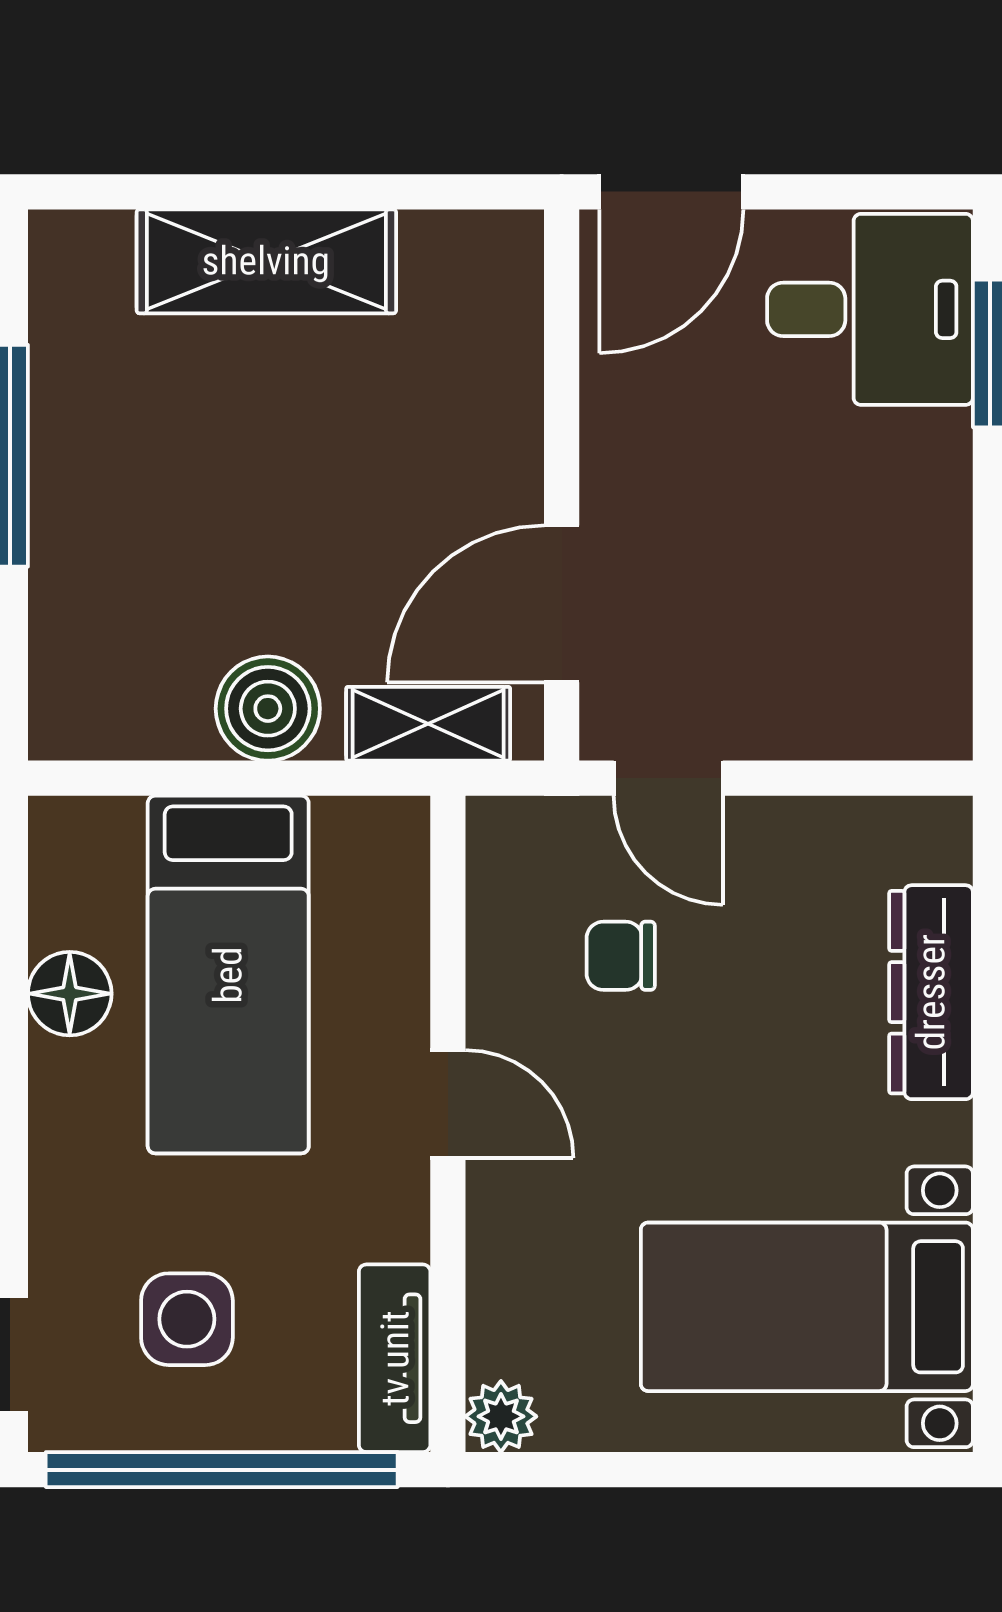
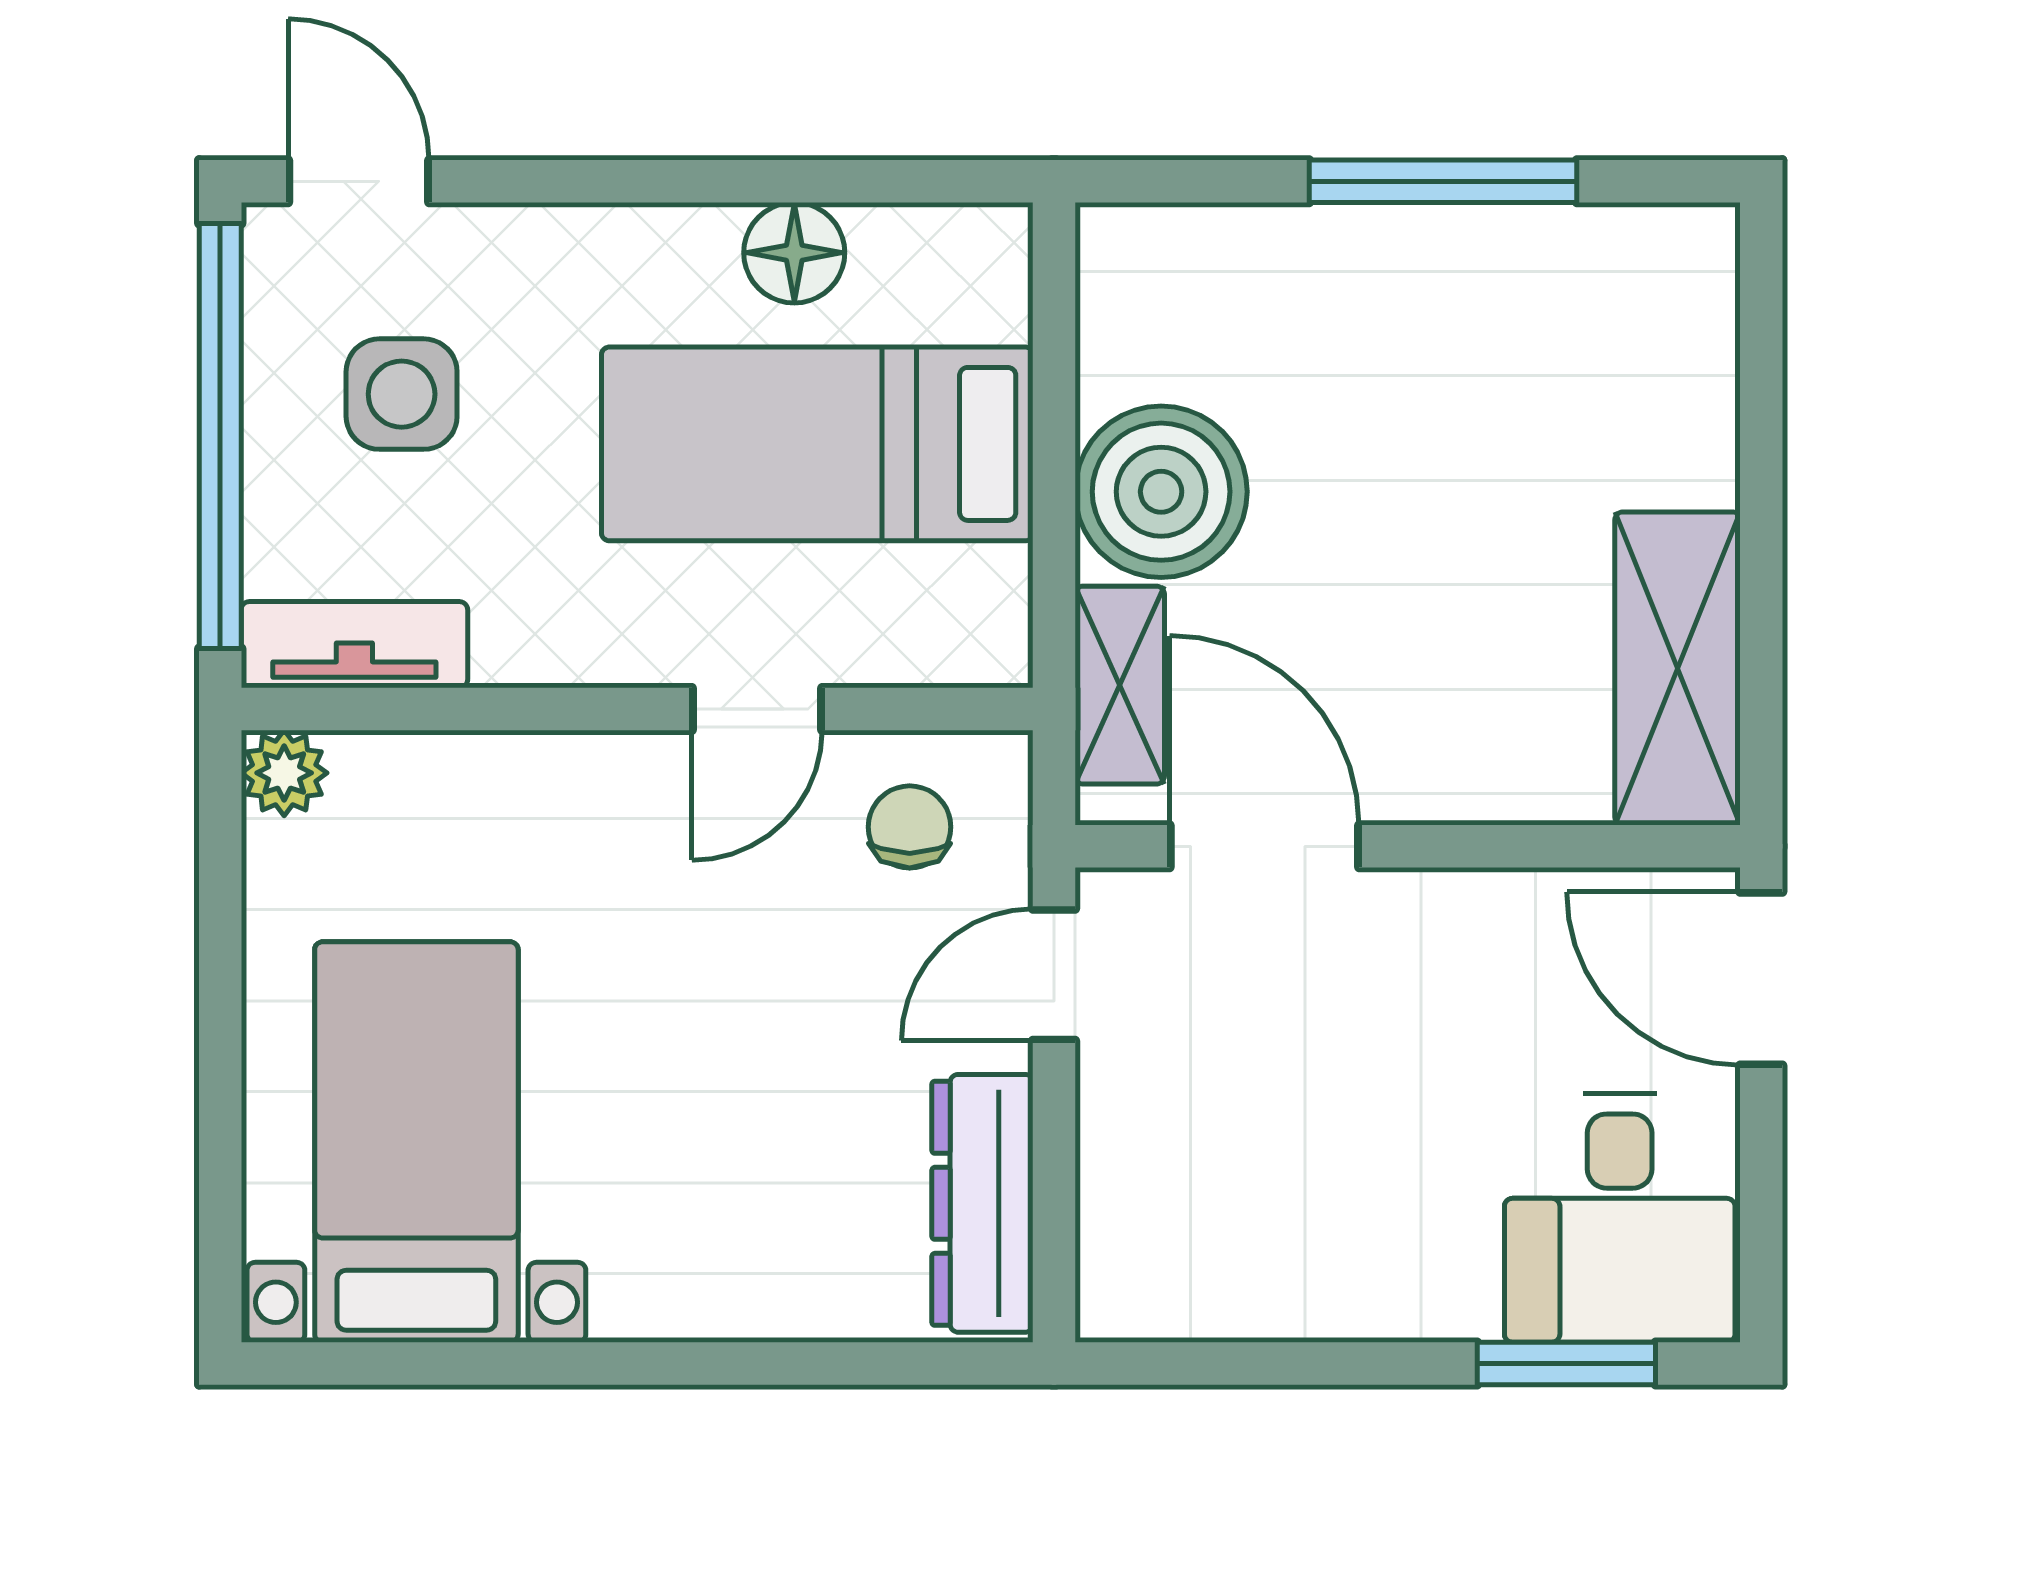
shelving: (266, 261) -> (1678, 668), moved
boiler: (268, 709) -> (1161, 492), width x1.37, depth x1.37
chair: (621, 956) -> (910, 827), moved
dresser: (931, 992) -> (982, 1203), moved, turned -90
door: (448, 1104) -> (757, 709), moved

